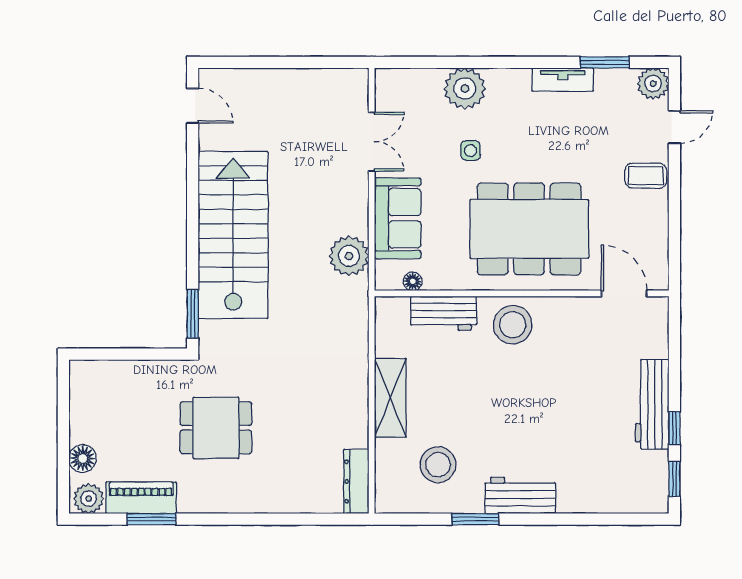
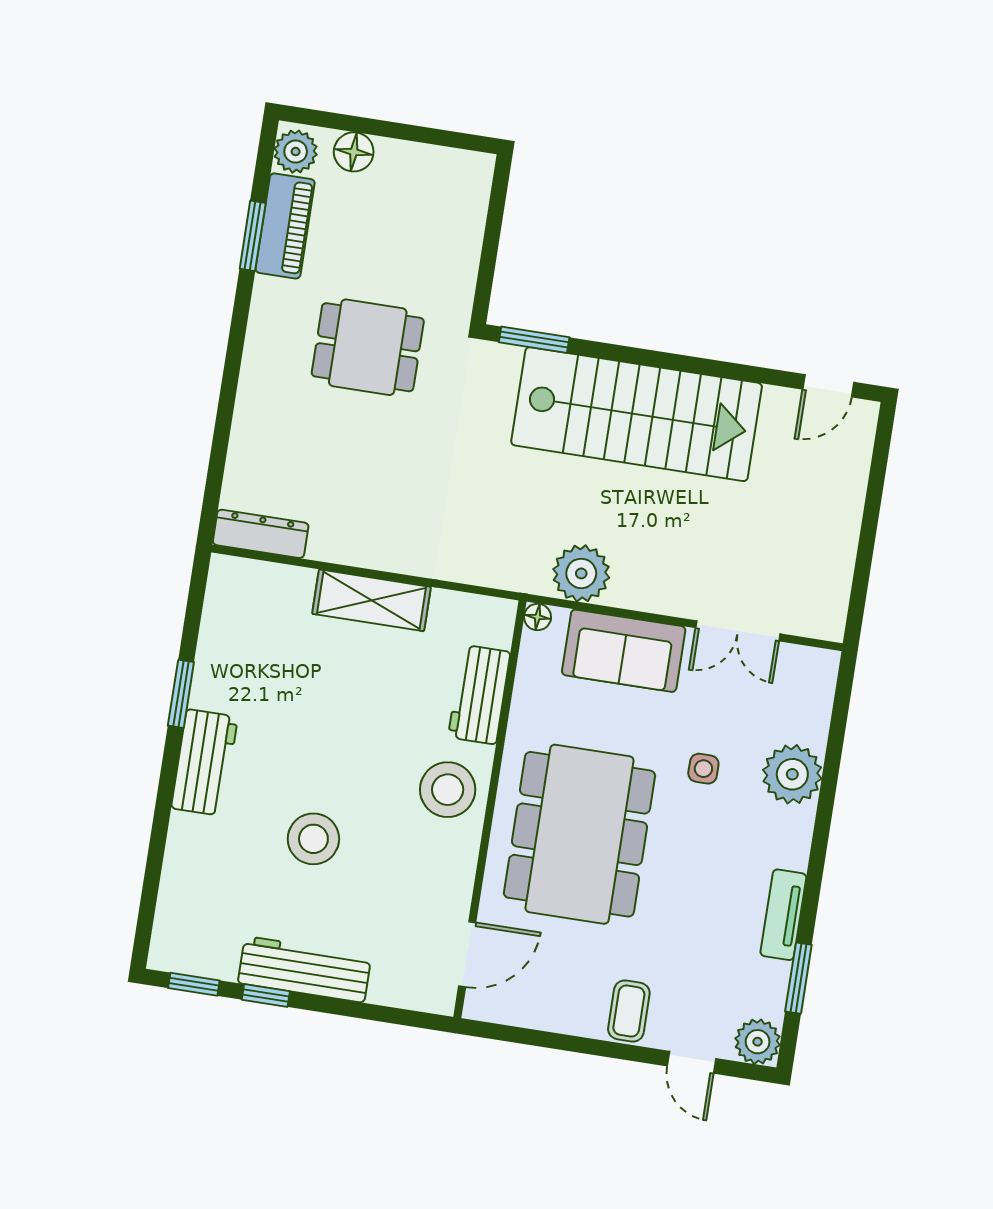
floor lamp: (413, 281) -> (538, 617), moved
dining table: (216, 428) -> (368, 347), turned 90
stool: (438, 465) -> (313, 839), moved

